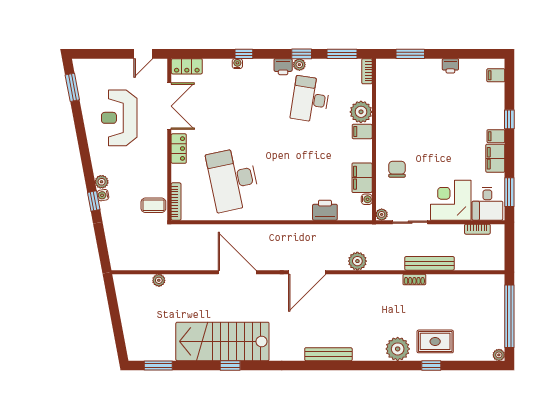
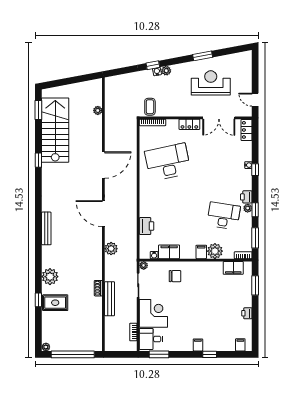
window: (72, 87) -> (203, 56), moved
filing cabinet: (495, 158) -> (233, 268), moved, turned 180
stairs: (222, 341) -> (55, 130), moved
rug: (435, 341) -> (55, 303), turned 90

